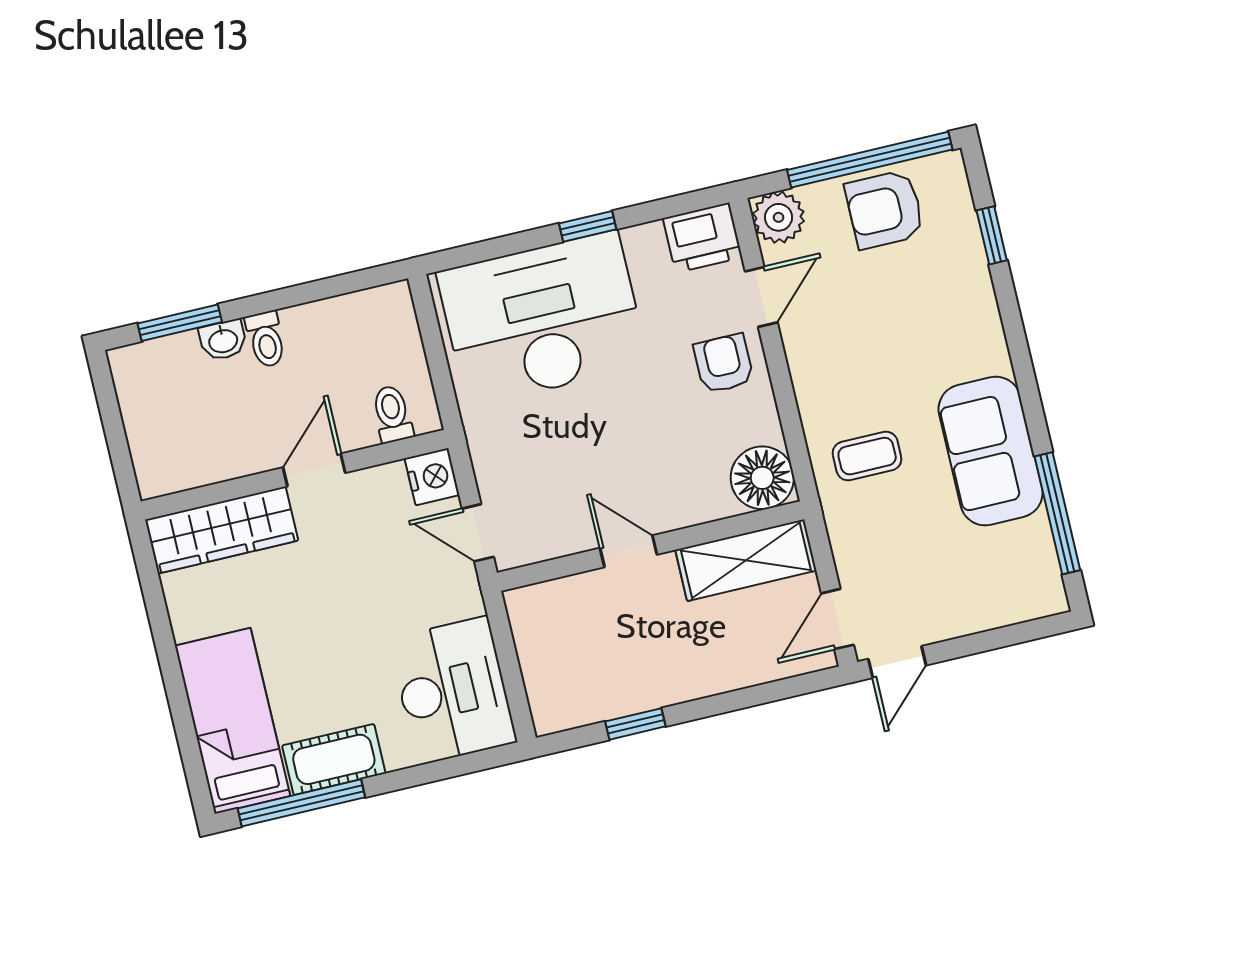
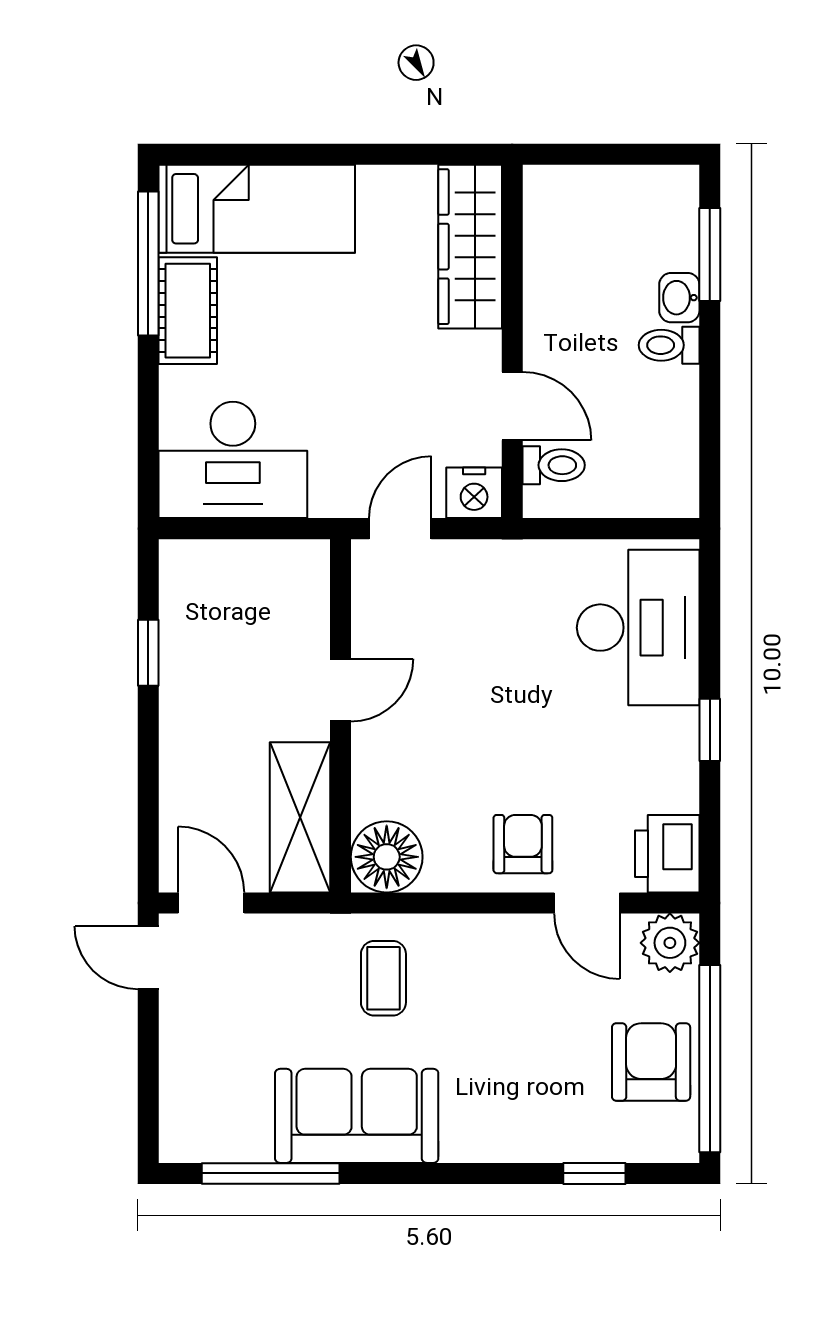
desk: (543, 319) -> (638, 628), width x0.73, depth x0.77
armchair: (724, 364) -> (523, 844), turned -90
door: (314, 470) -> (512, 406), moved

